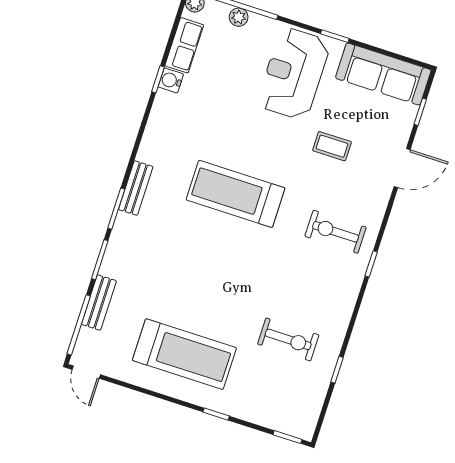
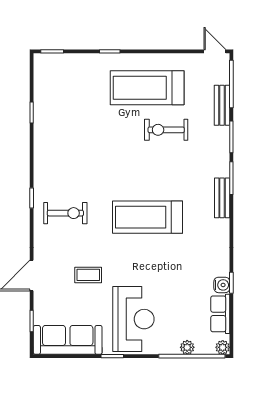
treadmill: (236, 194) -> (148, 217), turned 180
exercise bike: (288, 339) -> (166, 130), moved

